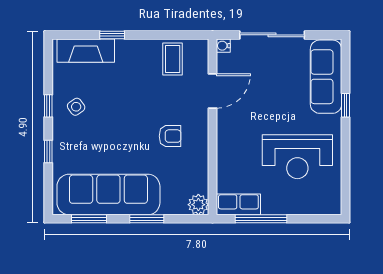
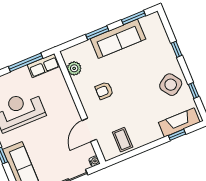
window: (112, 35) -> (177, 135), moved
window: (48, 106) -> (194, 90), moved
side table: (76, 107) -> (171, 85), width x1.87, depth x1.87
sofa: (108, 194) -> (118, 39), width x0.74, depth x0.79
plant: (198, 205) -> (74, 68), moved

